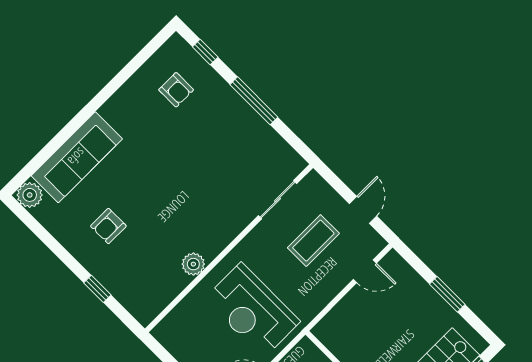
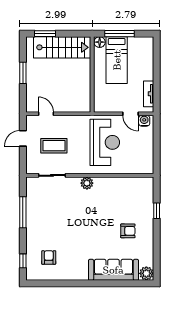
window: (254, 101) -> (23, 212), moved
plant: (193, 264) -> (87, 183), moved

